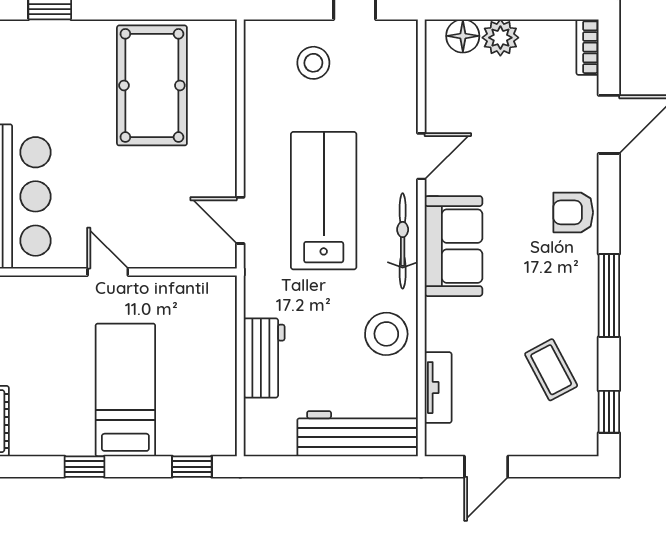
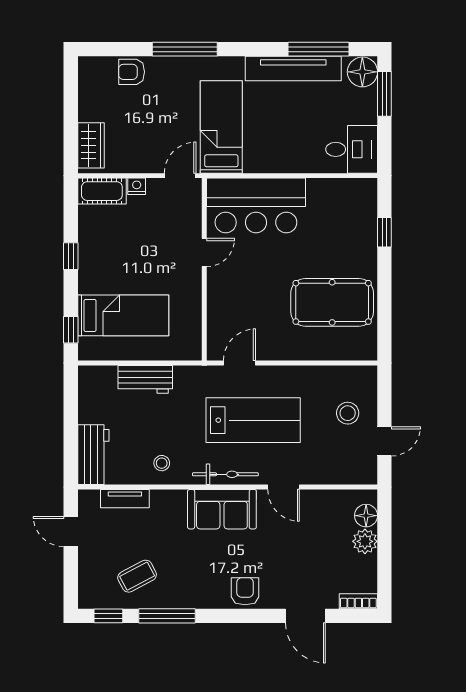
door: (108, 272) -> (204, 253), moved
window: (609, 295) -> (167, 616), moved
stool: (386, 334) -> (162, 463), width x0.53, depth x0.53
bed: (125, 390) -> (123, 315), moved
workbench: (358, 434) -> (93, 455), width x0.73

